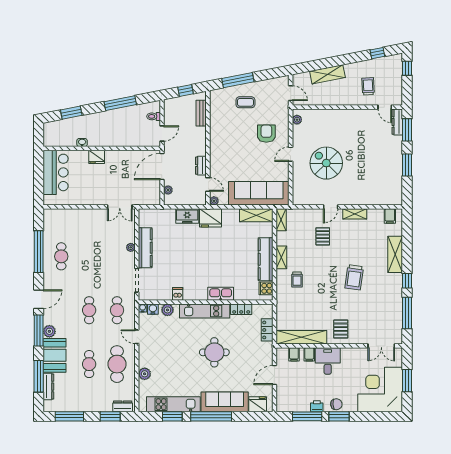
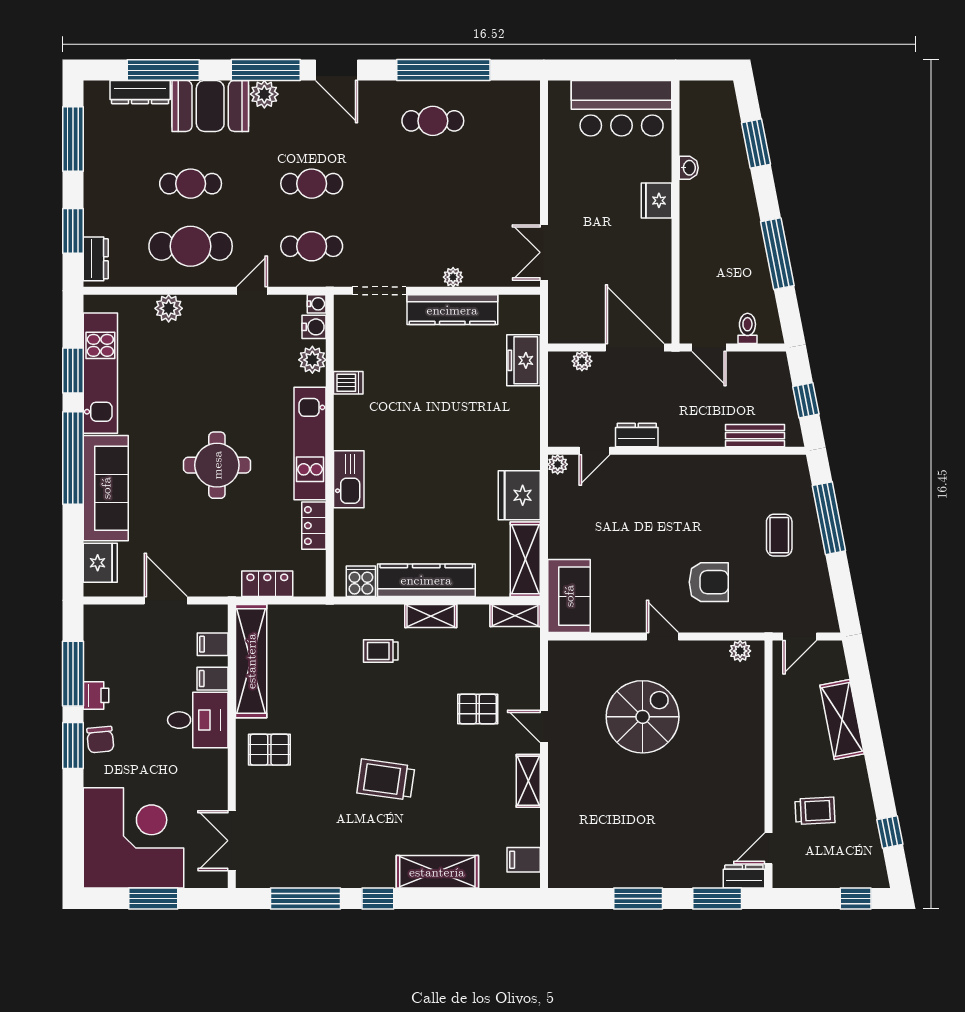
dresser: (397, 122) -> (744, 877), width x0.70
sofa: (259, 193) -> (569, 596), width x0.54, depth x0.79
freezer: (187, 216) -> (523, 360), moved
fridge: (210, 218) -> (519, 495), moved

